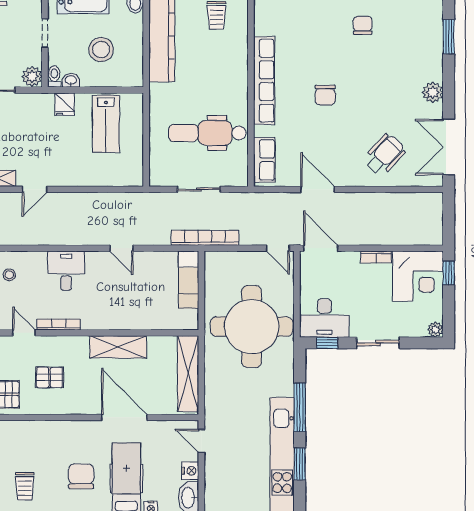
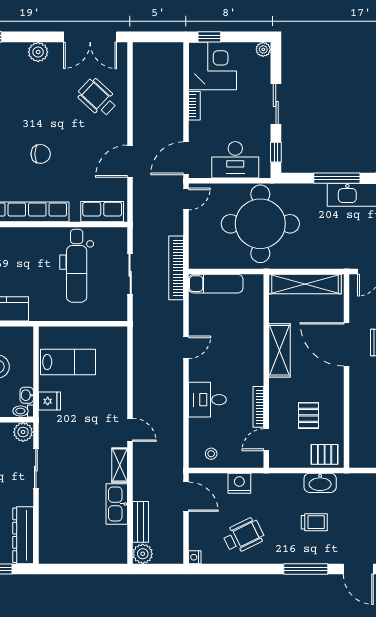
desk: (324, 318) -> (235, 160), moved, turned 90
door: (124, 417) -> (346, 344), hinge flipped

